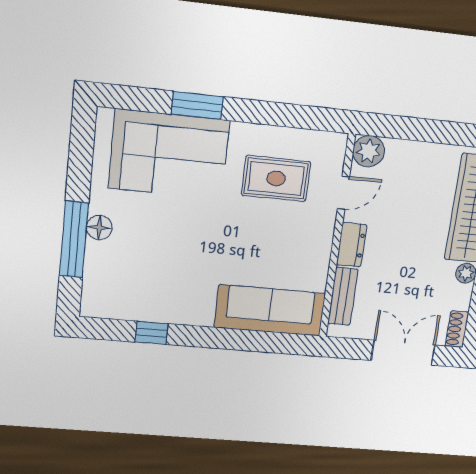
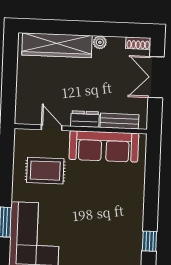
plant: (369, 151) -> (25, 115), removed
rug: (276, 178) -> (45, 171), turned 90
sofa: (270, 310) -> (104, 146), moved, turned -90

